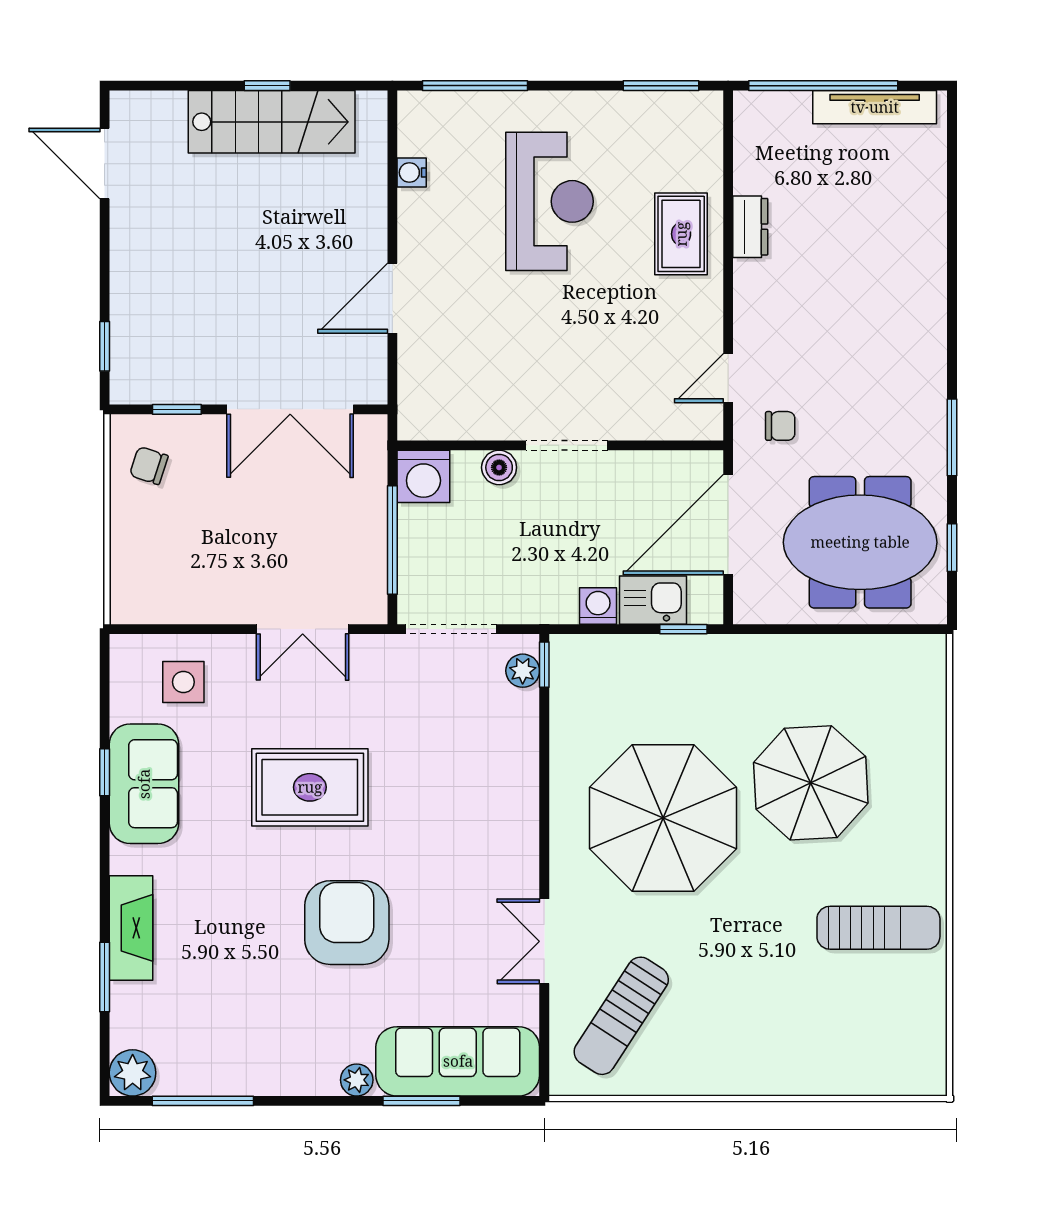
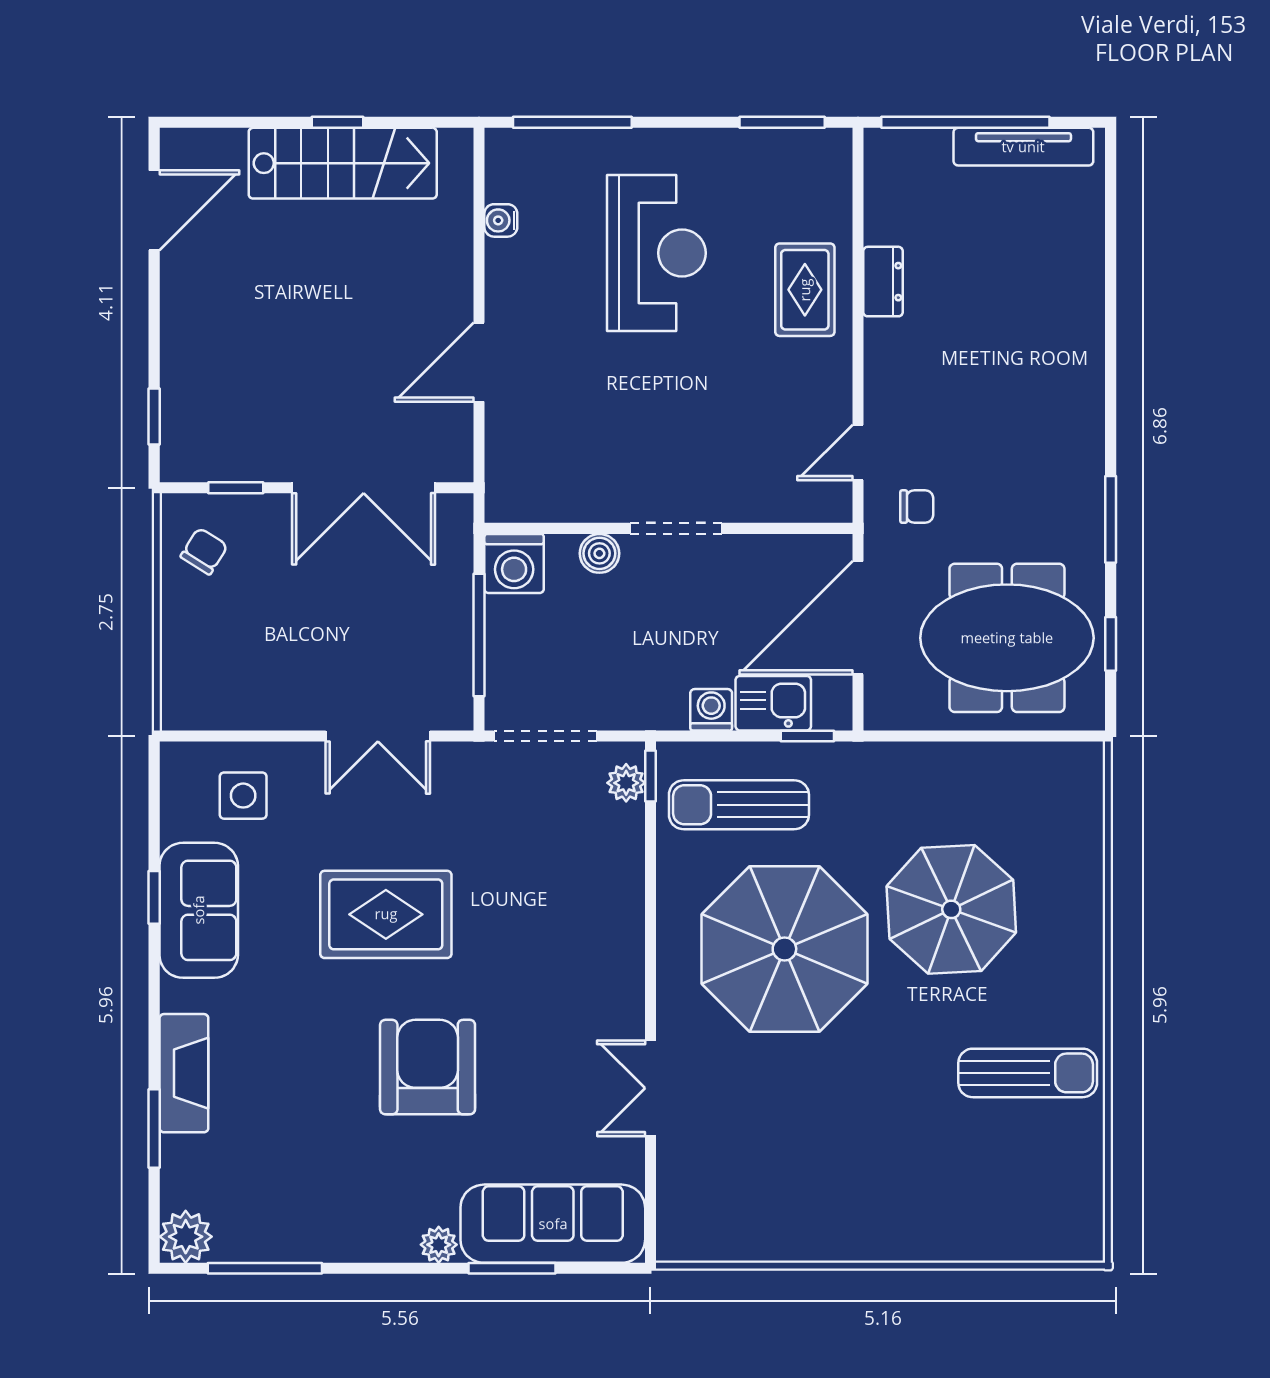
door: (105, 164) -> (154, 210), swing flipped
chair: (149, 466) -> (204, 551), turned 104
sun lounger: (621, 1016) -> (739, 805), moved, turned 57

